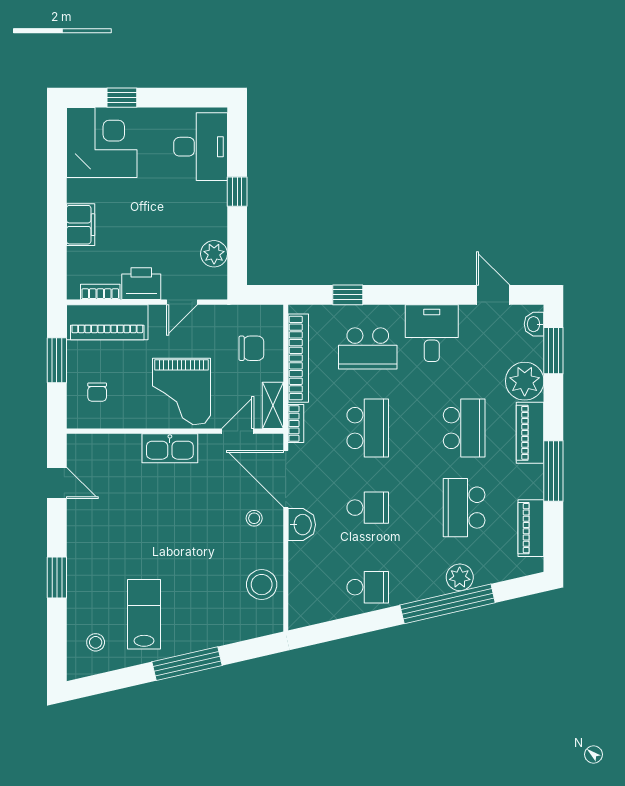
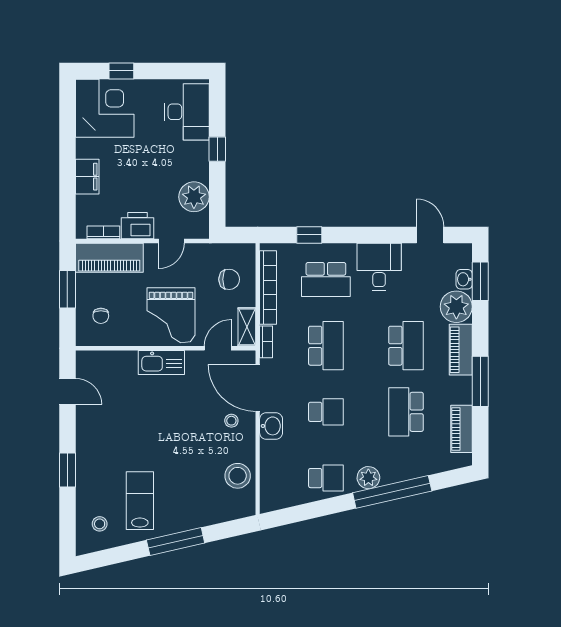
plant: (214, 254) -> (194, 197), width x1.36, depth x1.36
washbasin: (534, 324) -> (464, 279), moved
plant: (460, 577) -> (368, 478), moved

